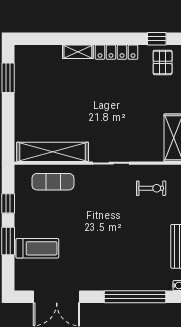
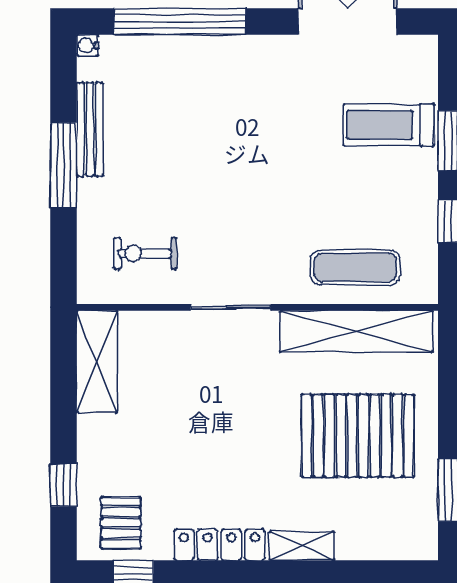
pallet: (52, 103) -> (358, 436), added

